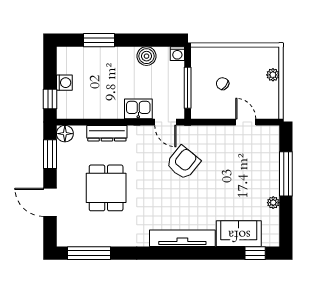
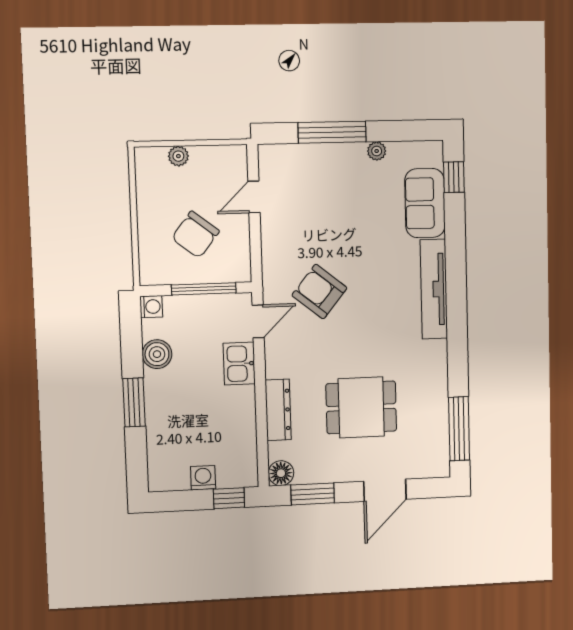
window: (99, 40) -> (134, 402), moved
chair: (223, 84) -> (195, 235), width x1.87, depth x1.87

